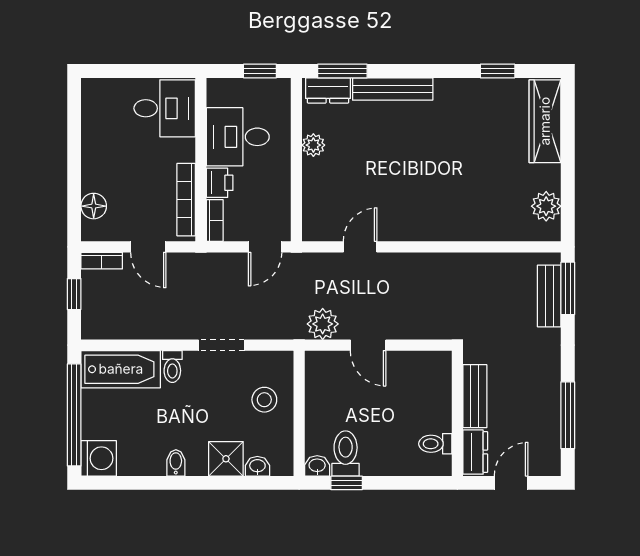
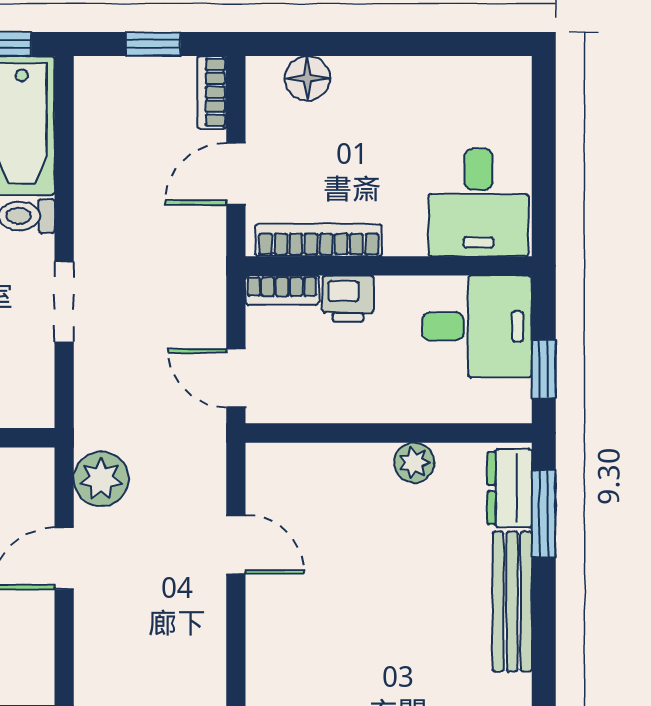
desk: (238, 137) -> (477, 326), moved, turned 90

